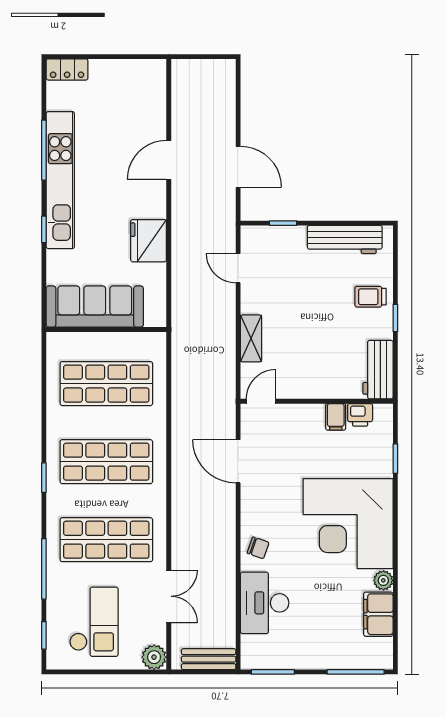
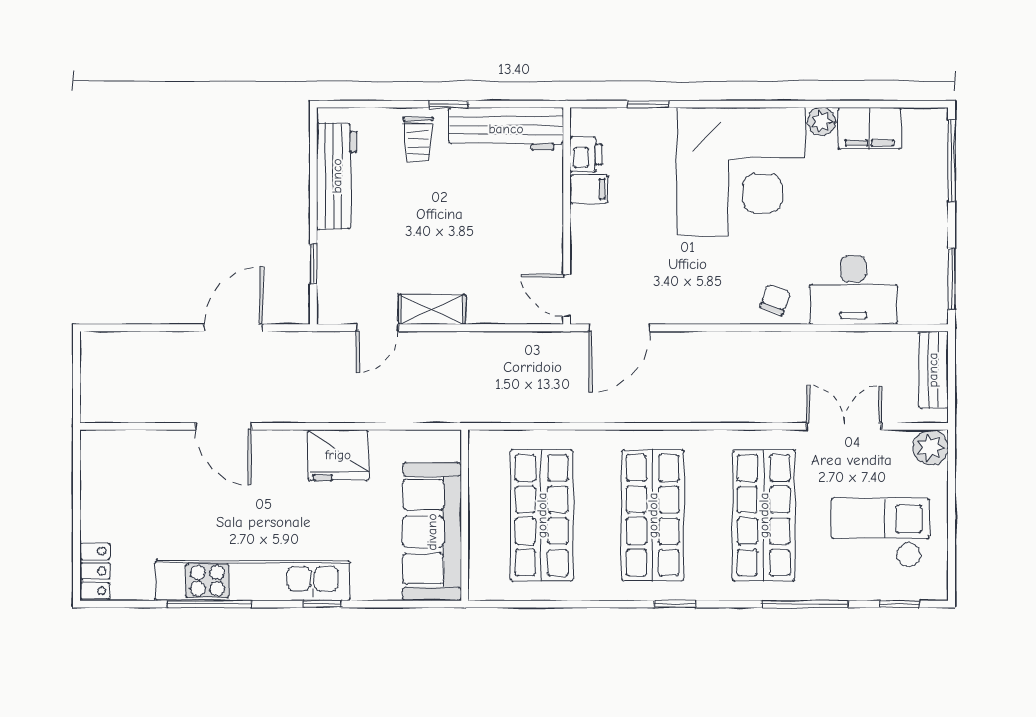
shelving: (251, 338) -> (432, 309), moved
workbench: (378, 370) -> (506, 129), width x1.38
door: (238, 461) -> (619, 328), moved

